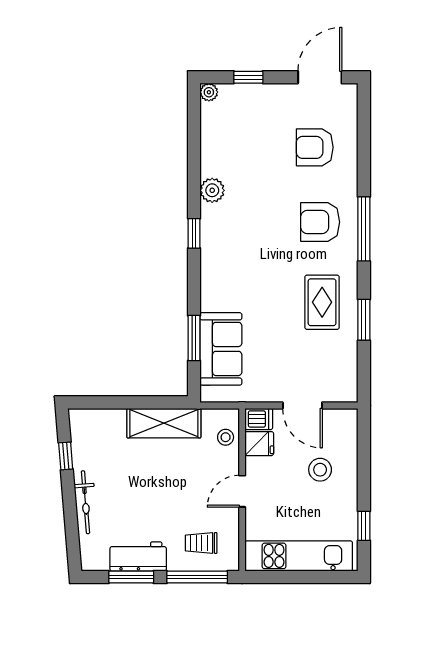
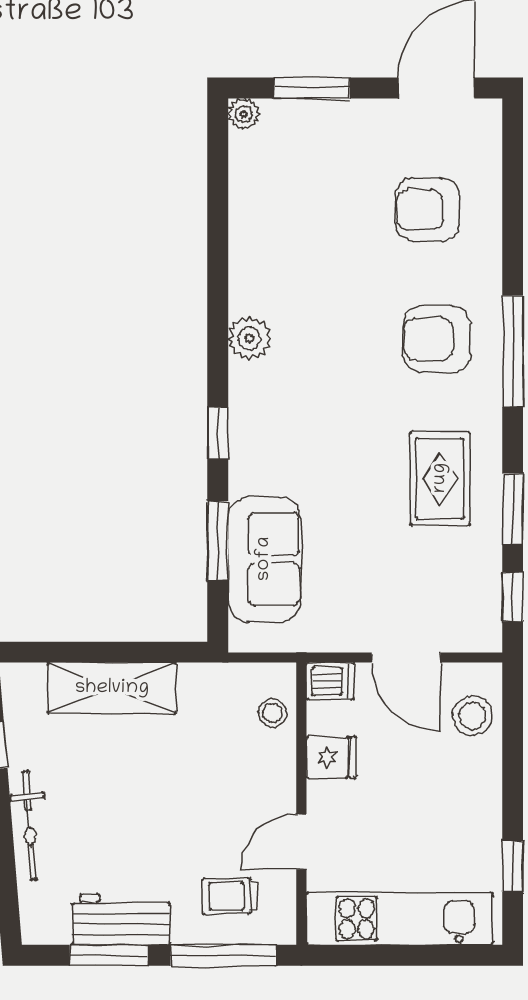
window: (248, 77) -> (312, 88), width x1.50
plant: (212, 190) -> (249, 338), moved
window: (194, 233) -> (218, 433), moved
window: (364, 370) -> (513, 597), added
shelving: (164, 423) -> (112, 688), moved
fridge: (259, 444) -> (331, 758), moved
stool: (320, 470) -> (472, 716), moved
door: (242, 491) -> (301, 842), moved

